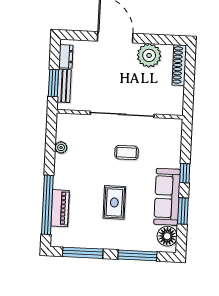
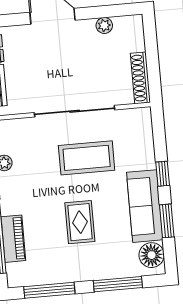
plant: (149, 55) -> (104, 25), width x0.53, depth x0.53
shoe rack: (179, 65) -> (140, 78), moved
coffee table: (127, 153) -> (87, 158), width x1.86, depth x1.72

